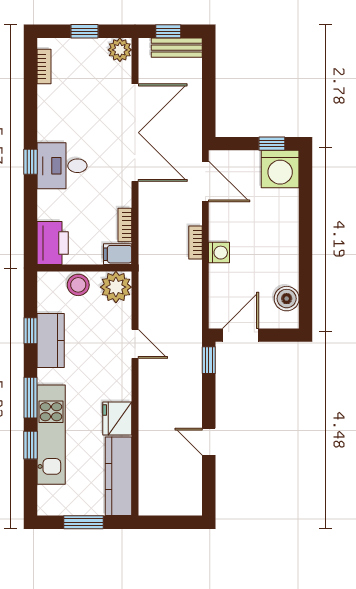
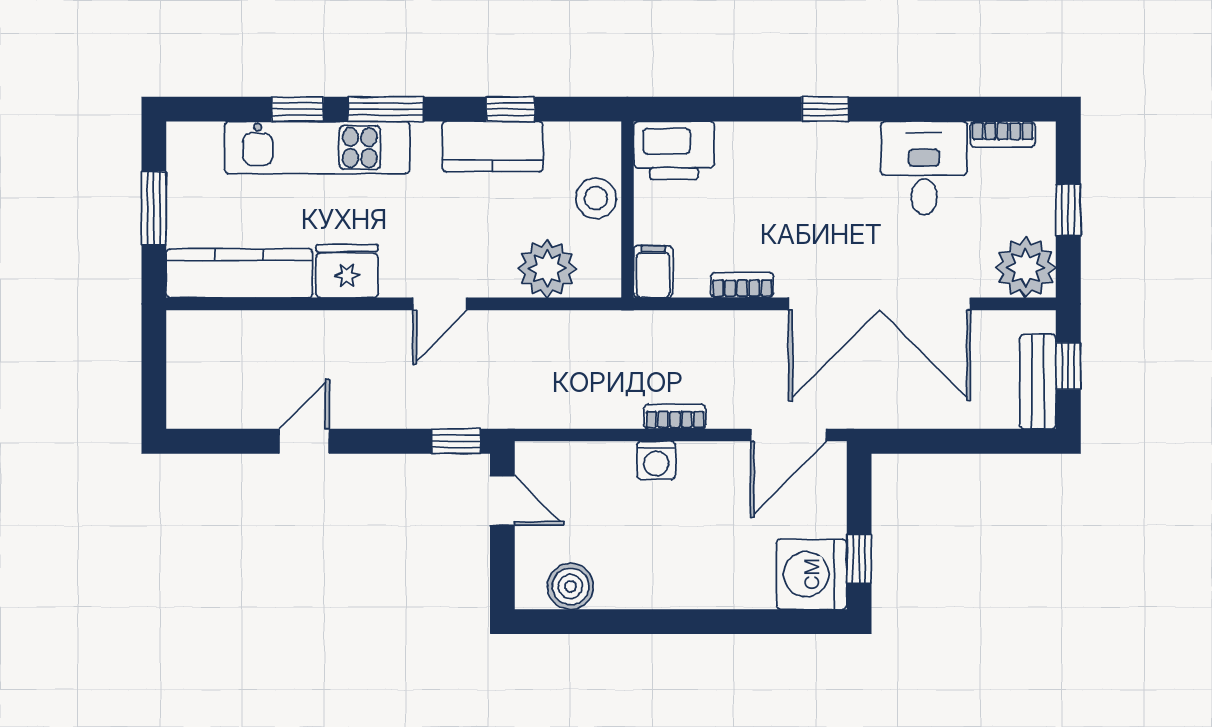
plant: (120, 50) -> (1026, 268), width x1.36, depth x1.36
desk: (62, 166) -> (924, 168), moved
bookcase: (125, 225) -> (742, 285), moved
plant: (116, 287) -> (547, 268), moved
door: (240, 335) -> (502, 500), width x0.73
door: (135, 344) -> (440, 304), moved

